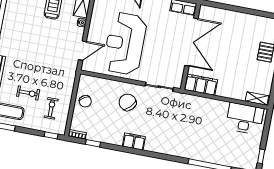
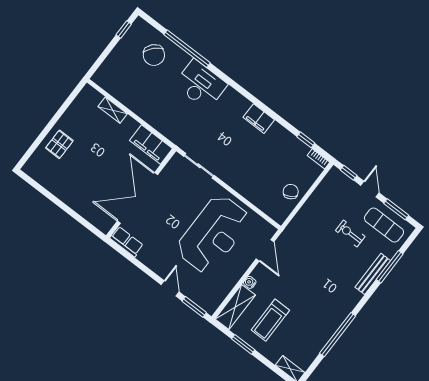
door: (82, 51) -> (265, 250), swing flipped
shelving: (257, 98) -> (113, 110), moved
chair: (128, 102) -> (154, 55), moved
exercise bike: (51, 108) -> (333, 203), removed
desk: (245, 119) -> (201, 84), moved, turned 180
door: (30, 131) -> (370, 189), added

